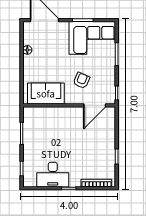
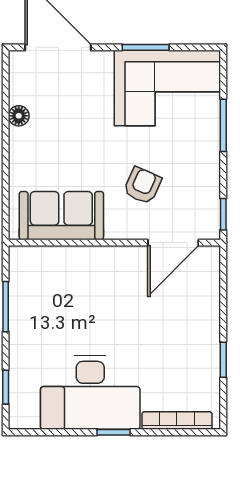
desk: (53, 175) -> (90, 392), width x1.36, depth x1.30

